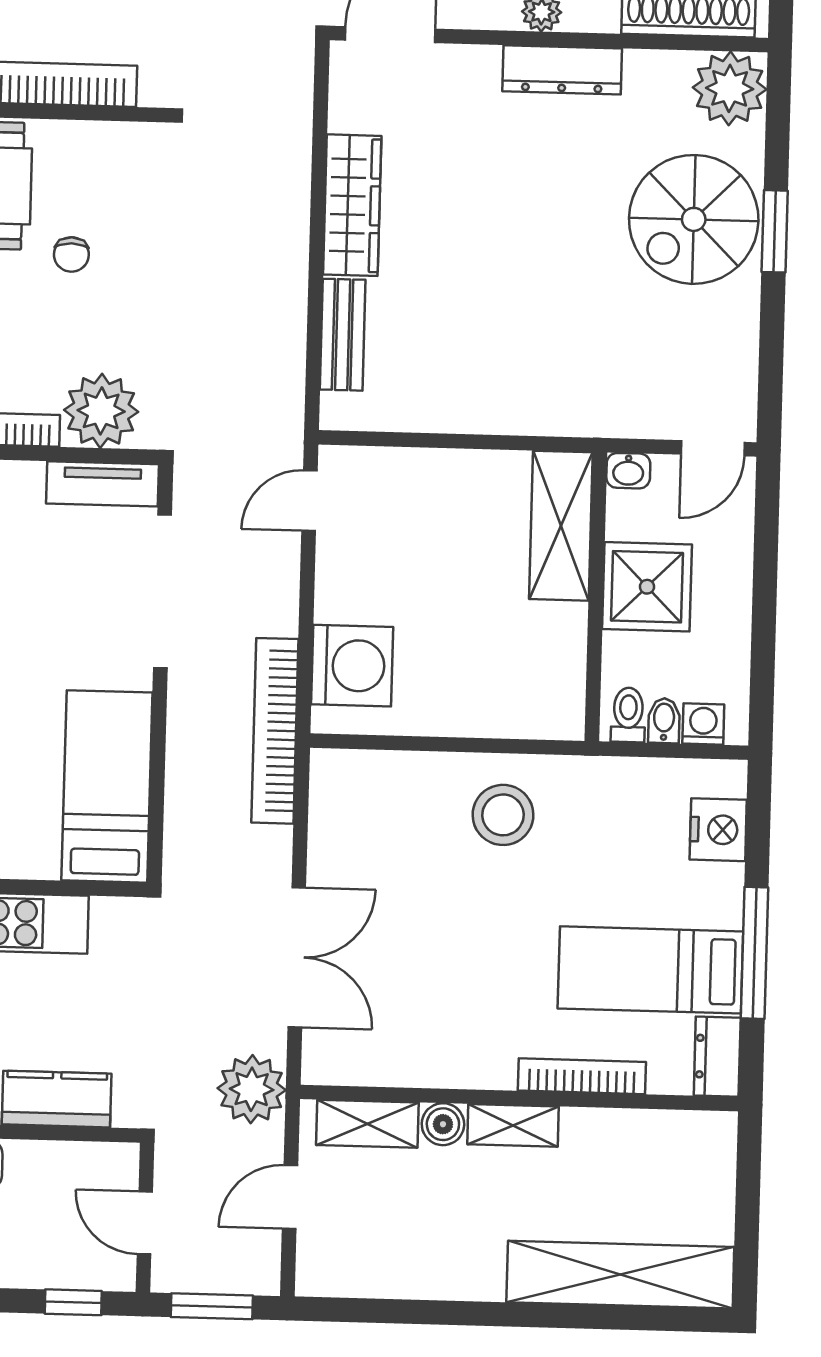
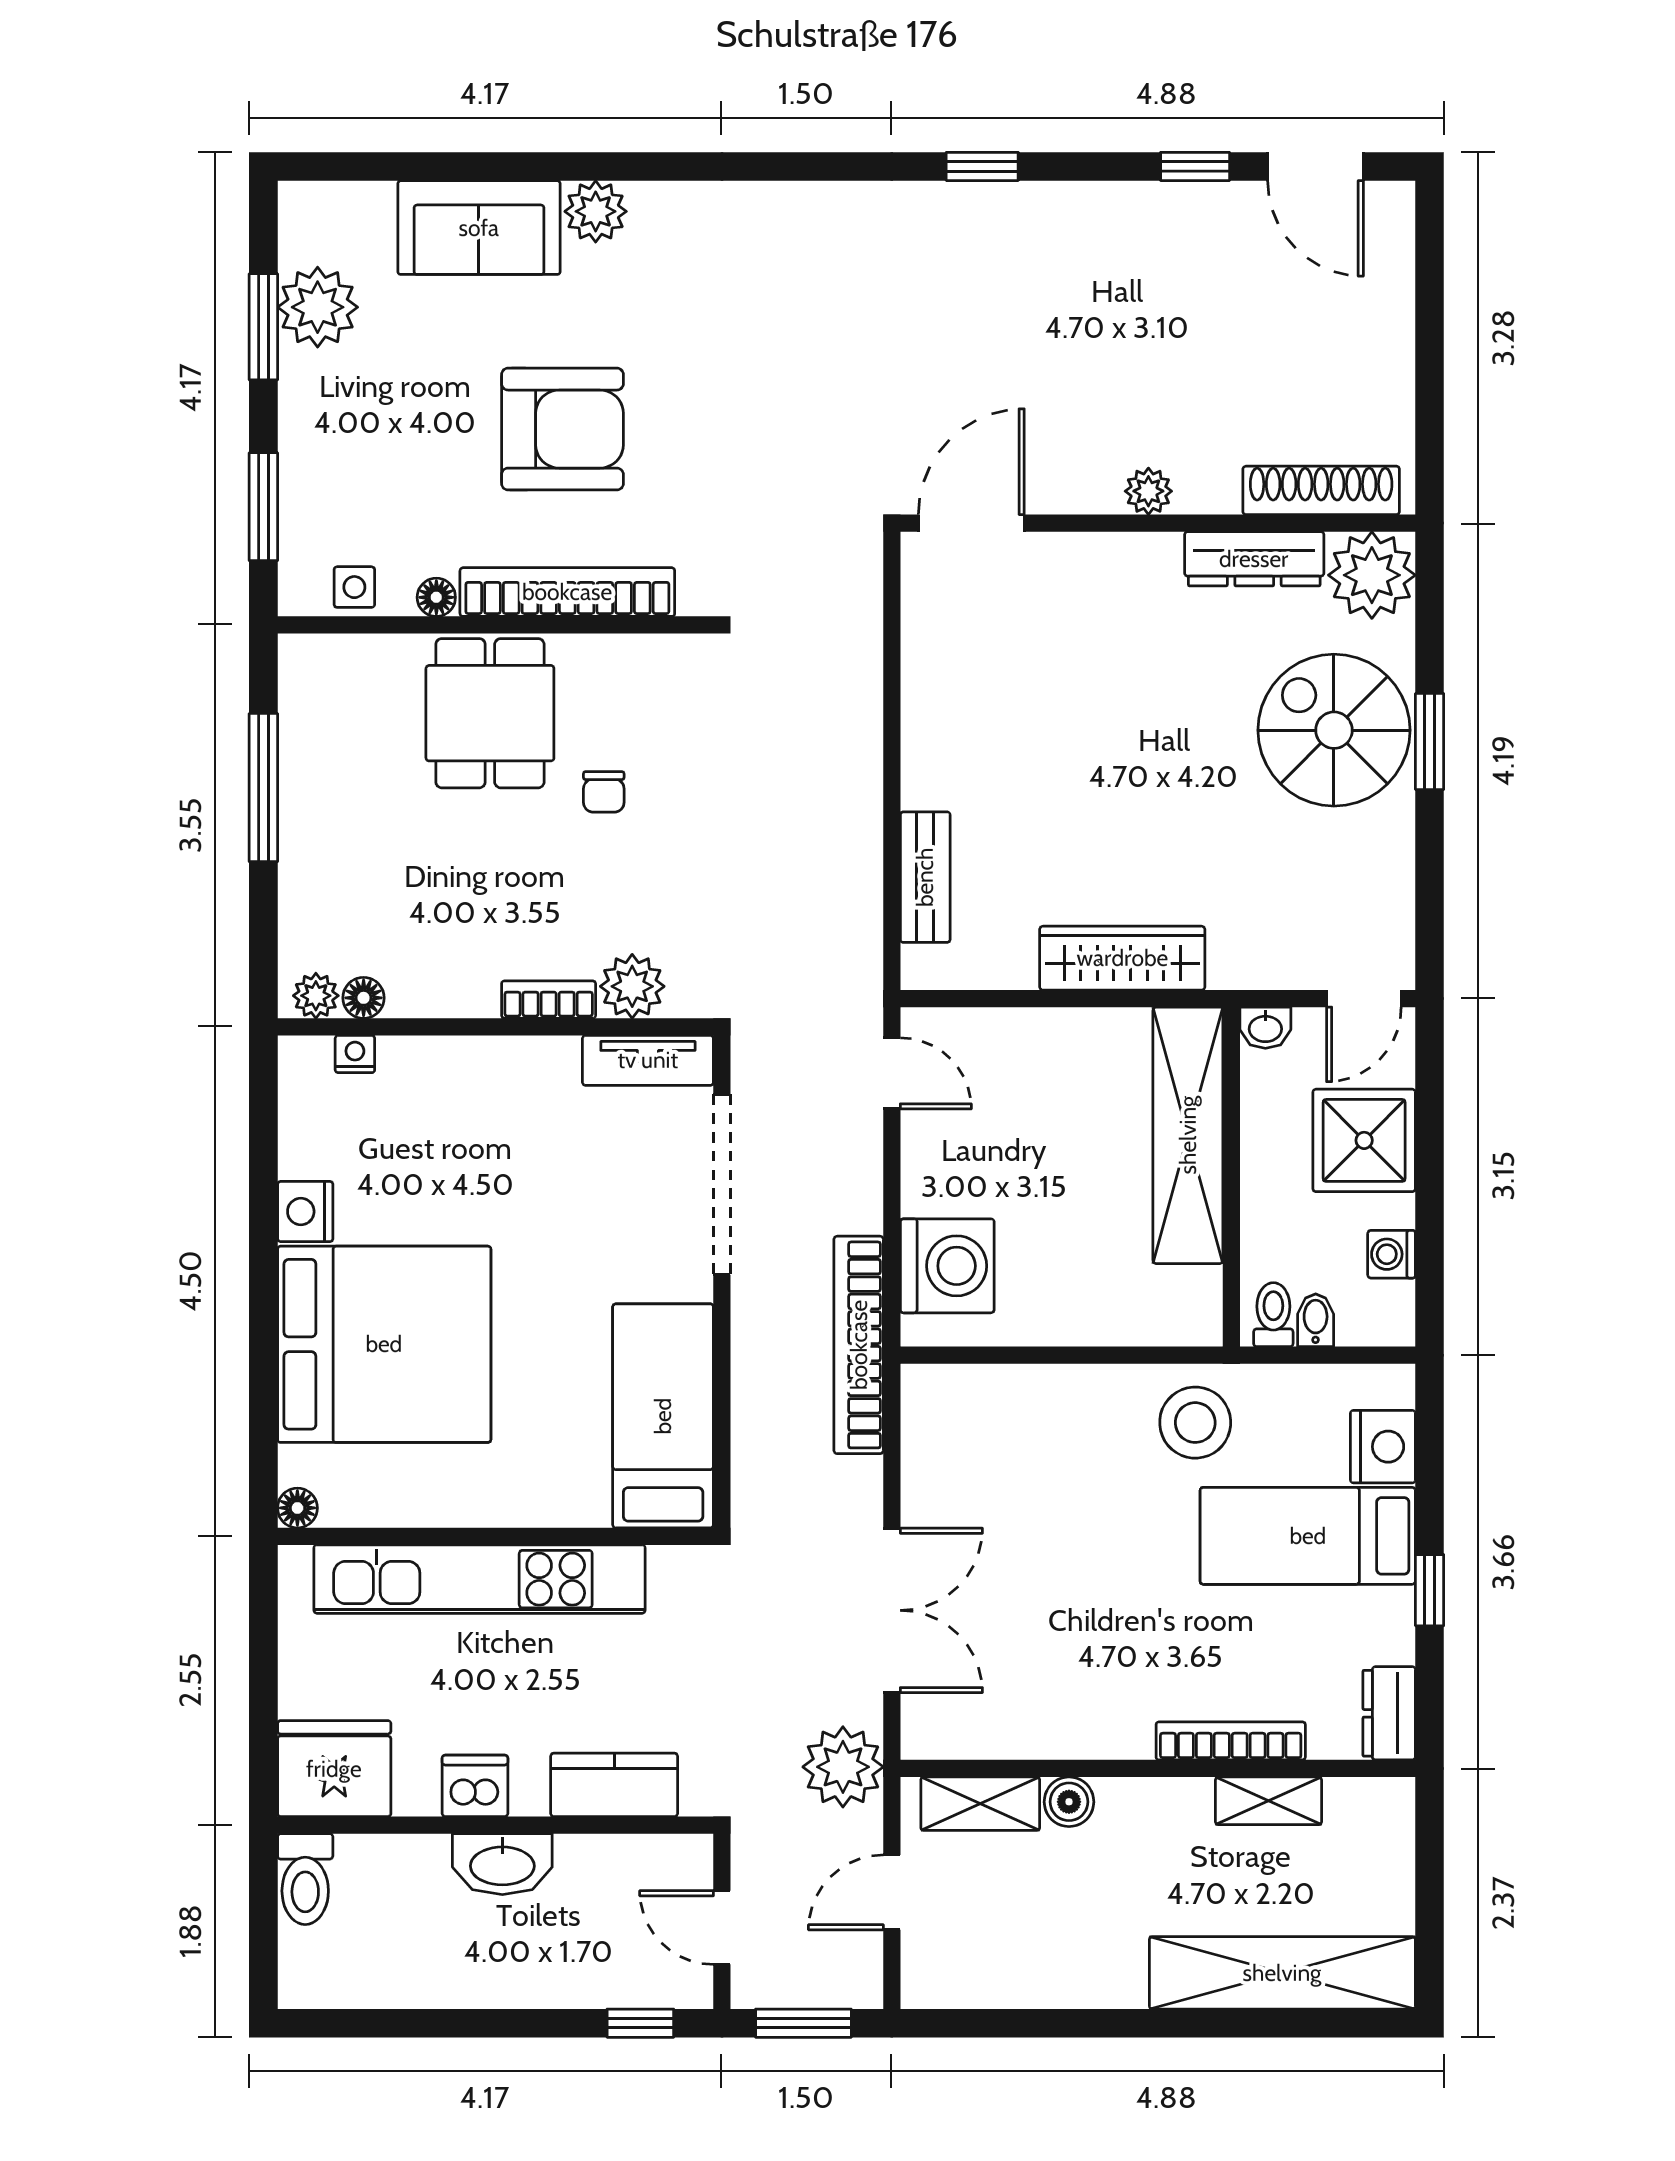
dresser: (562, 70) -> (1254, 559), moved
wardrobe: (352, 205) -> (1122, 958), moved, turned -90
spiral stairs: (694, 219) -> (1334, 730), turned 90
plant: (101, 411) -> (632, 986), width x0.73, depth x0.73
door: (310, 501) -> (892, 1073), swing flipped
shelving: (561, 526) -> (1188, 1135), width x1.47
shower: (647, 587) -> (1364, 1140), moved
washing machine: (703, 724) -> (1392, 1254), moved, turned -90
stool: (503, 815) -> (1195, 1423), moved
window: (755, 953) -> (1430, 1590), width x0.46
bed: (650, 970) -> (1308, 1536), moved
shelving: (513, 1125) -> (1268, 1801), moved

